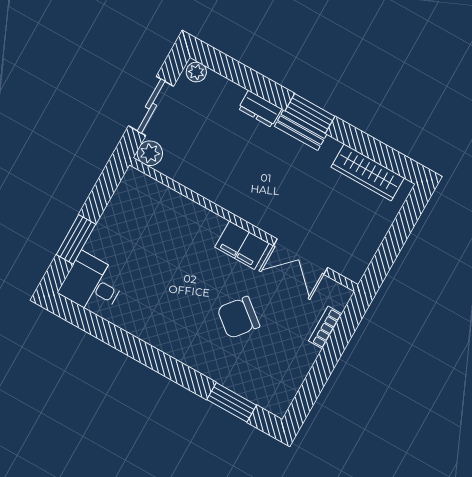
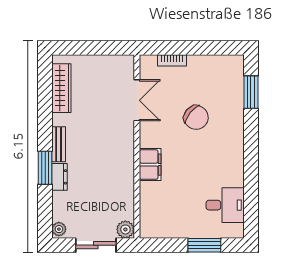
window: (310, 113) -> (45, 168), moved
filing cabinet: (242, 245) -> (150, 165), moved
desk: (92, 284) -> (225, 205), moved, turned -90

